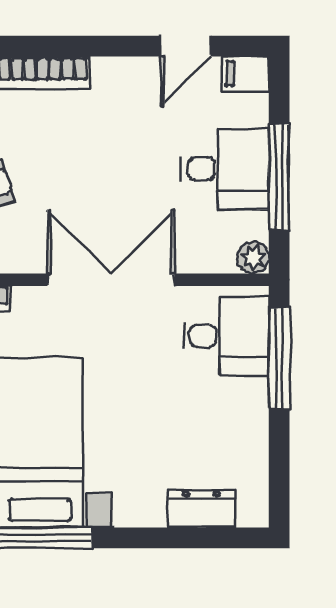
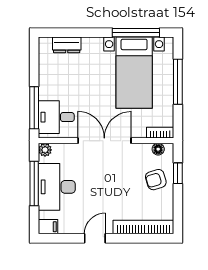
door: (186, 46) -> (95, 238), moved
desk: (225, 169) -> (57, 187), width x1.37
double door: (111, 280) -> (104, 141), swing flipped

